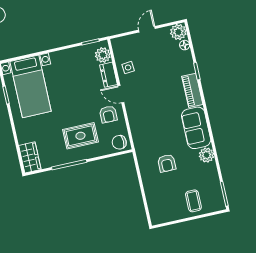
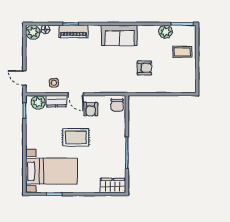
door: (147, 29) -> (24, 78), moved
piano: (192, 90) -> (73, 31), moved
door: (121, 94) -> (76, 94), hinge flipped
armchair: (108, 114) -> (91, 109), turned 90
rug: (80, 136) -> (76, 137), moved, turned 90
plant: (206, 155) -> (165, 32), moved

